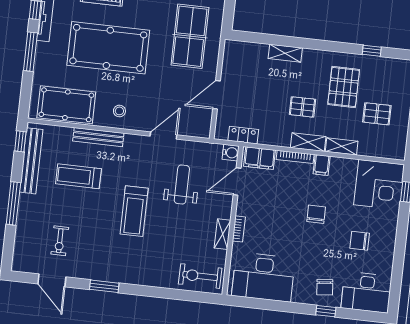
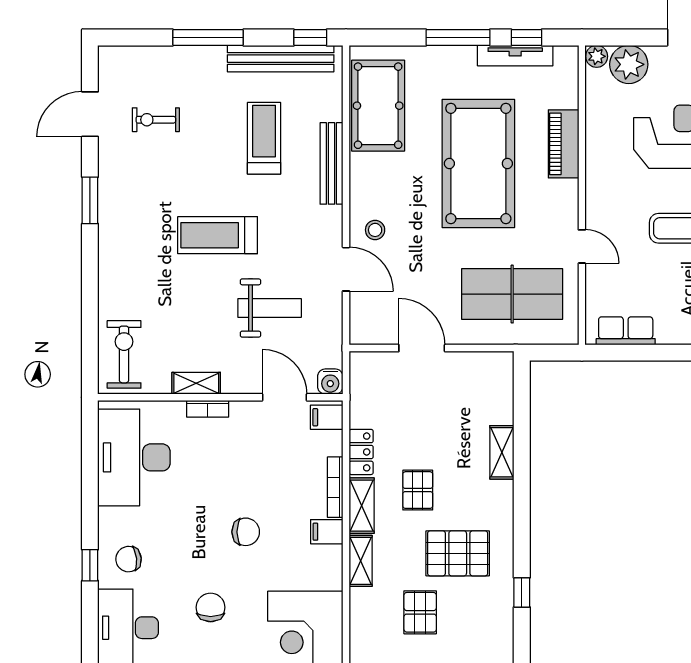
stool: (119, 111) -> (375, 230), moved
locker: (243, 135) -> (361, 452), moved
filing cabinet: (259, 158) -> (327, 417), width x0.50

